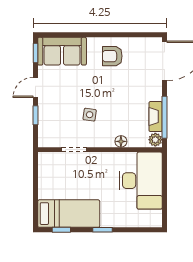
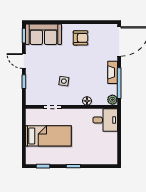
armchair: (112, 56) -> (81, 38), turned 180
door: (35, 87) -> (24, 61), hinge flipped
fireplace: (156, 117) -> (113, 72), moved
desk: (141, 181) -> (105, 120), width x0.53, depth x0.77
bed: (69, 214) -> (48, 136), moved

